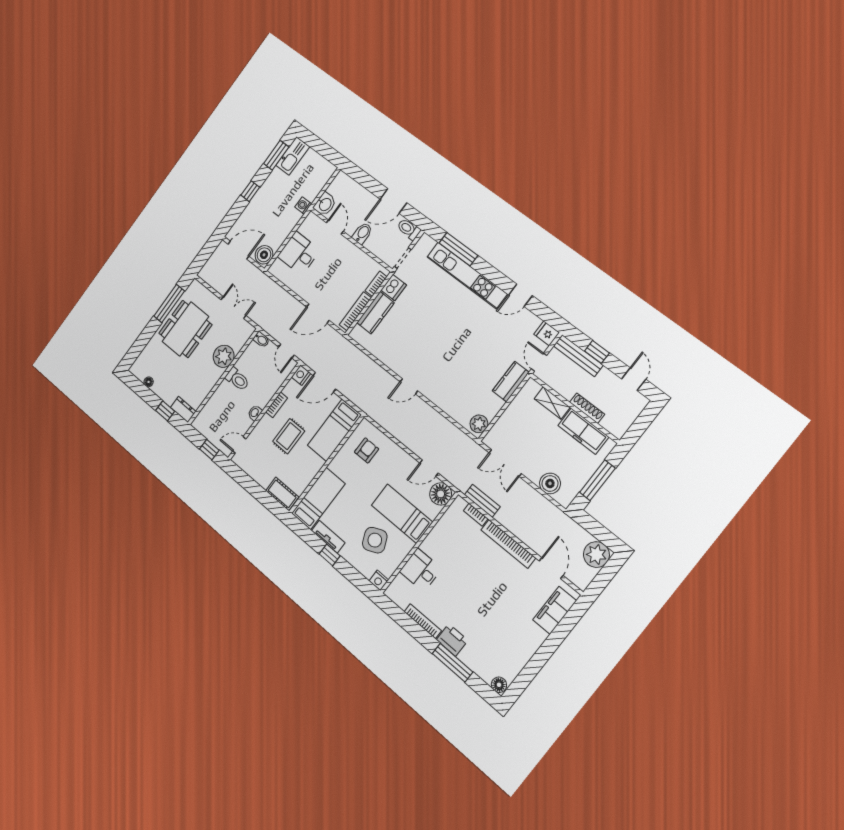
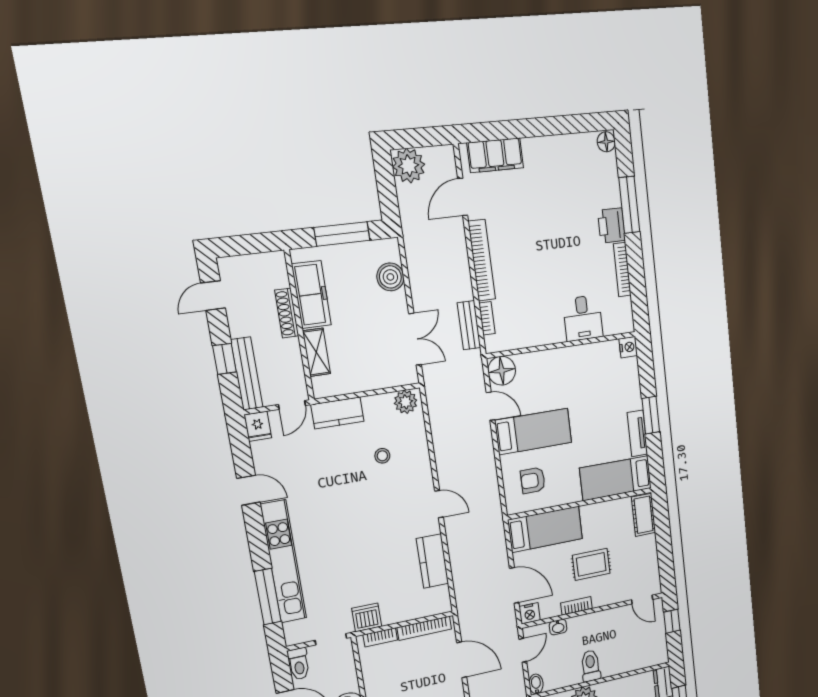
kitchen counter: (375, 313) -> (432, 561), moved, turned -90
stool: (465, 382) -> (382, 456), added
washbasin: (255, 413) -> (558, 627), moved
bed: (402, 514) -> (533, 431), moved, turned -90
side table: (375, 540) -> (599, 388), removed
window: (330, 555) -> (651, 415), width x1.50

